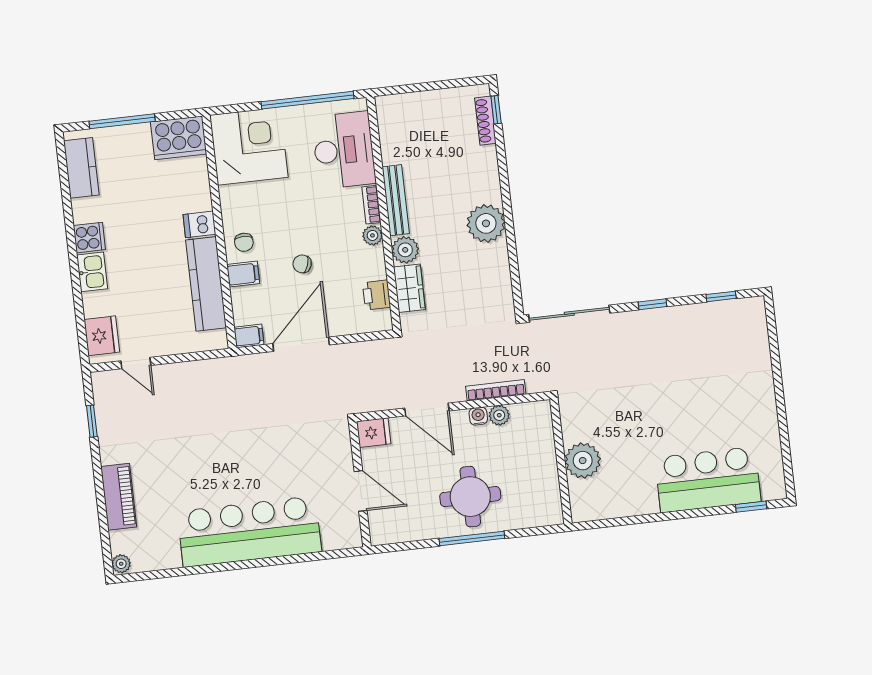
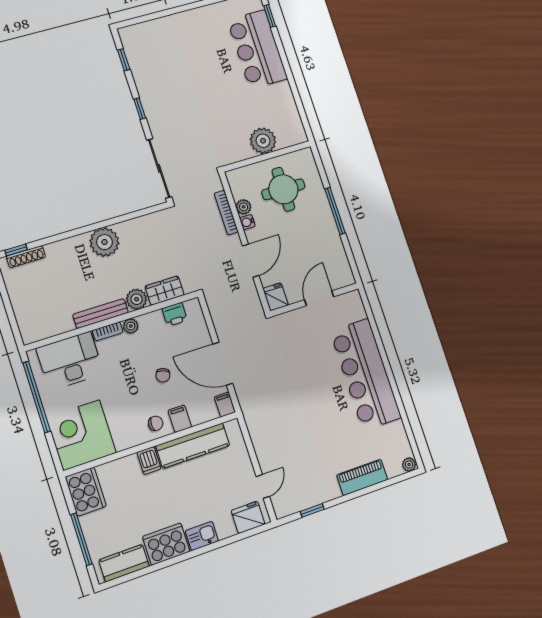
cooker: (89, 238) -> (166, 544), width x1.87, depth x1.31
round table: (470, 497) -> (283, 189), moved

